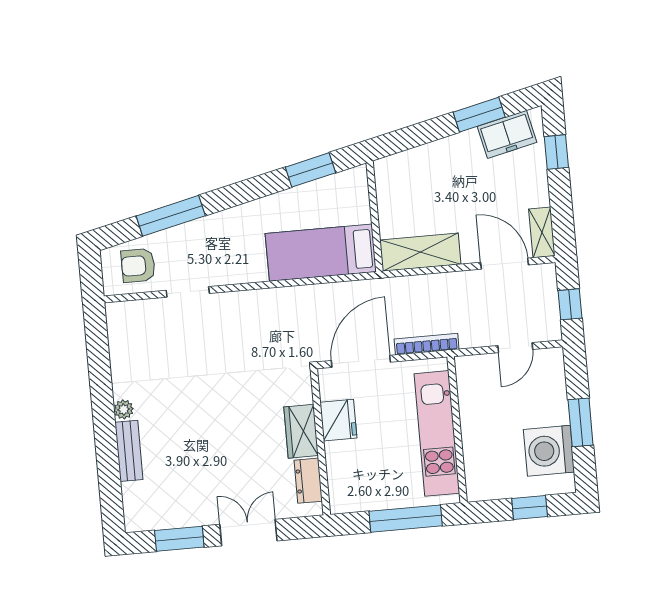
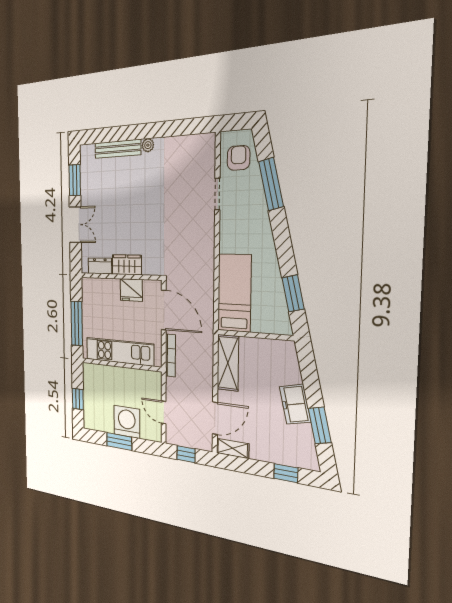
freezer: (507, 134) -> (295, 404), moved
bench: (129, 451) -> (118, 149), width x1.36
washing machine: (549, 451) -> (127, 422), moved

